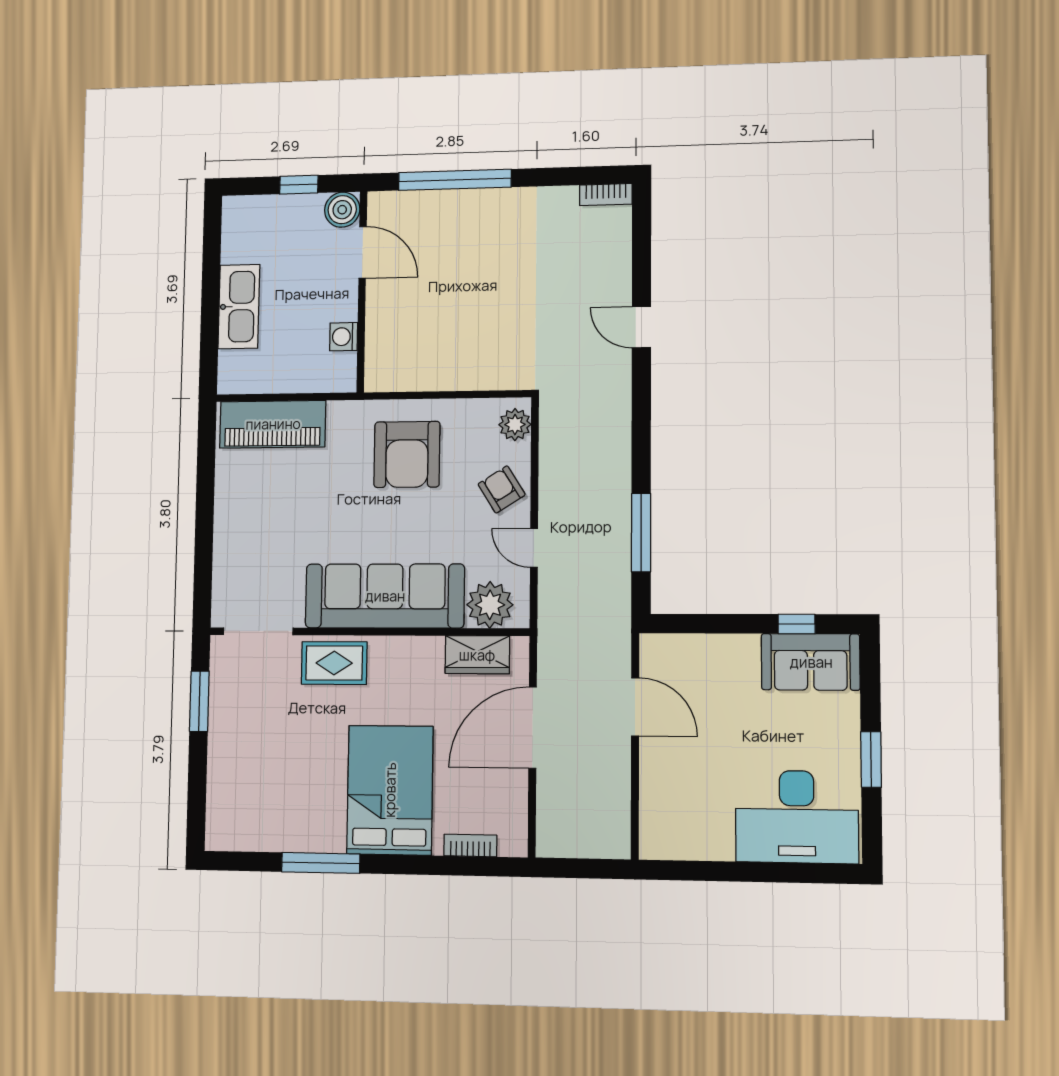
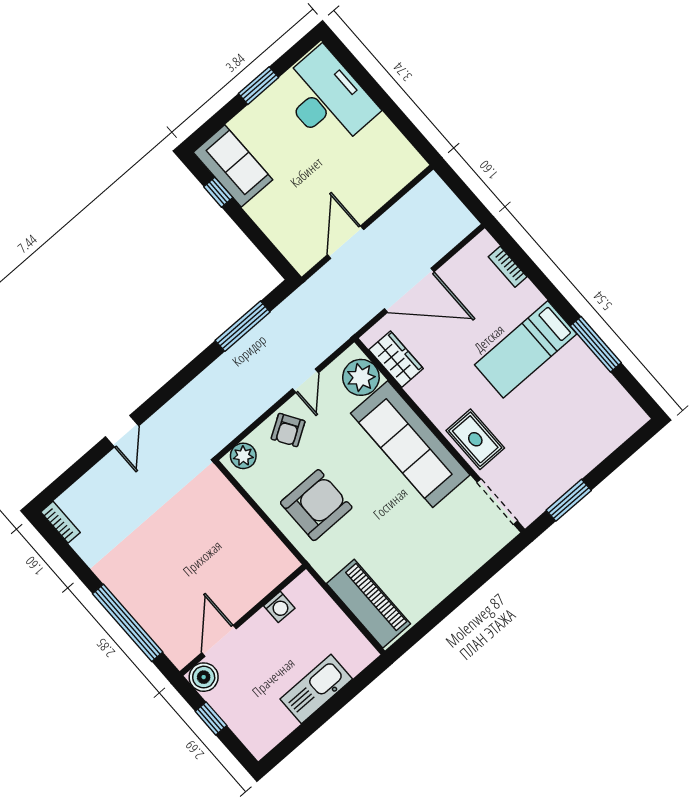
bed: (390, 790) -> (526, 349), width x0.67

